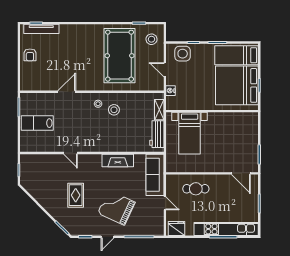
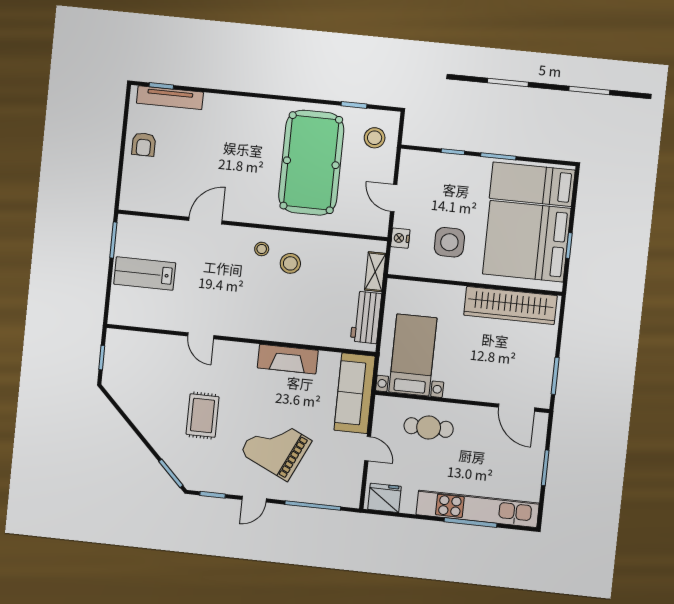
side table: (183, 54) -> (449, 242), moved
wardrobe: (232, 120) -> (510, 305), added
bed with nightstands: (190, 133) -> (413, 355), moved, turned 180

